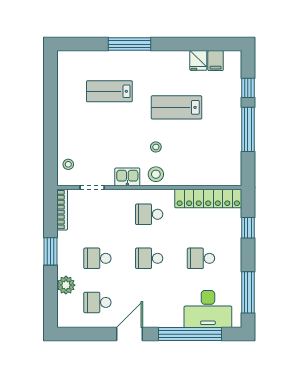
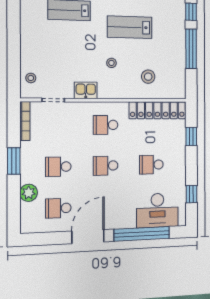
stool: (156, 174) -> (148, 77), moved
window: (248, 292) -> (191, 194), width x0.46
door: (130, 334) -> (88, 236), width x1.36

